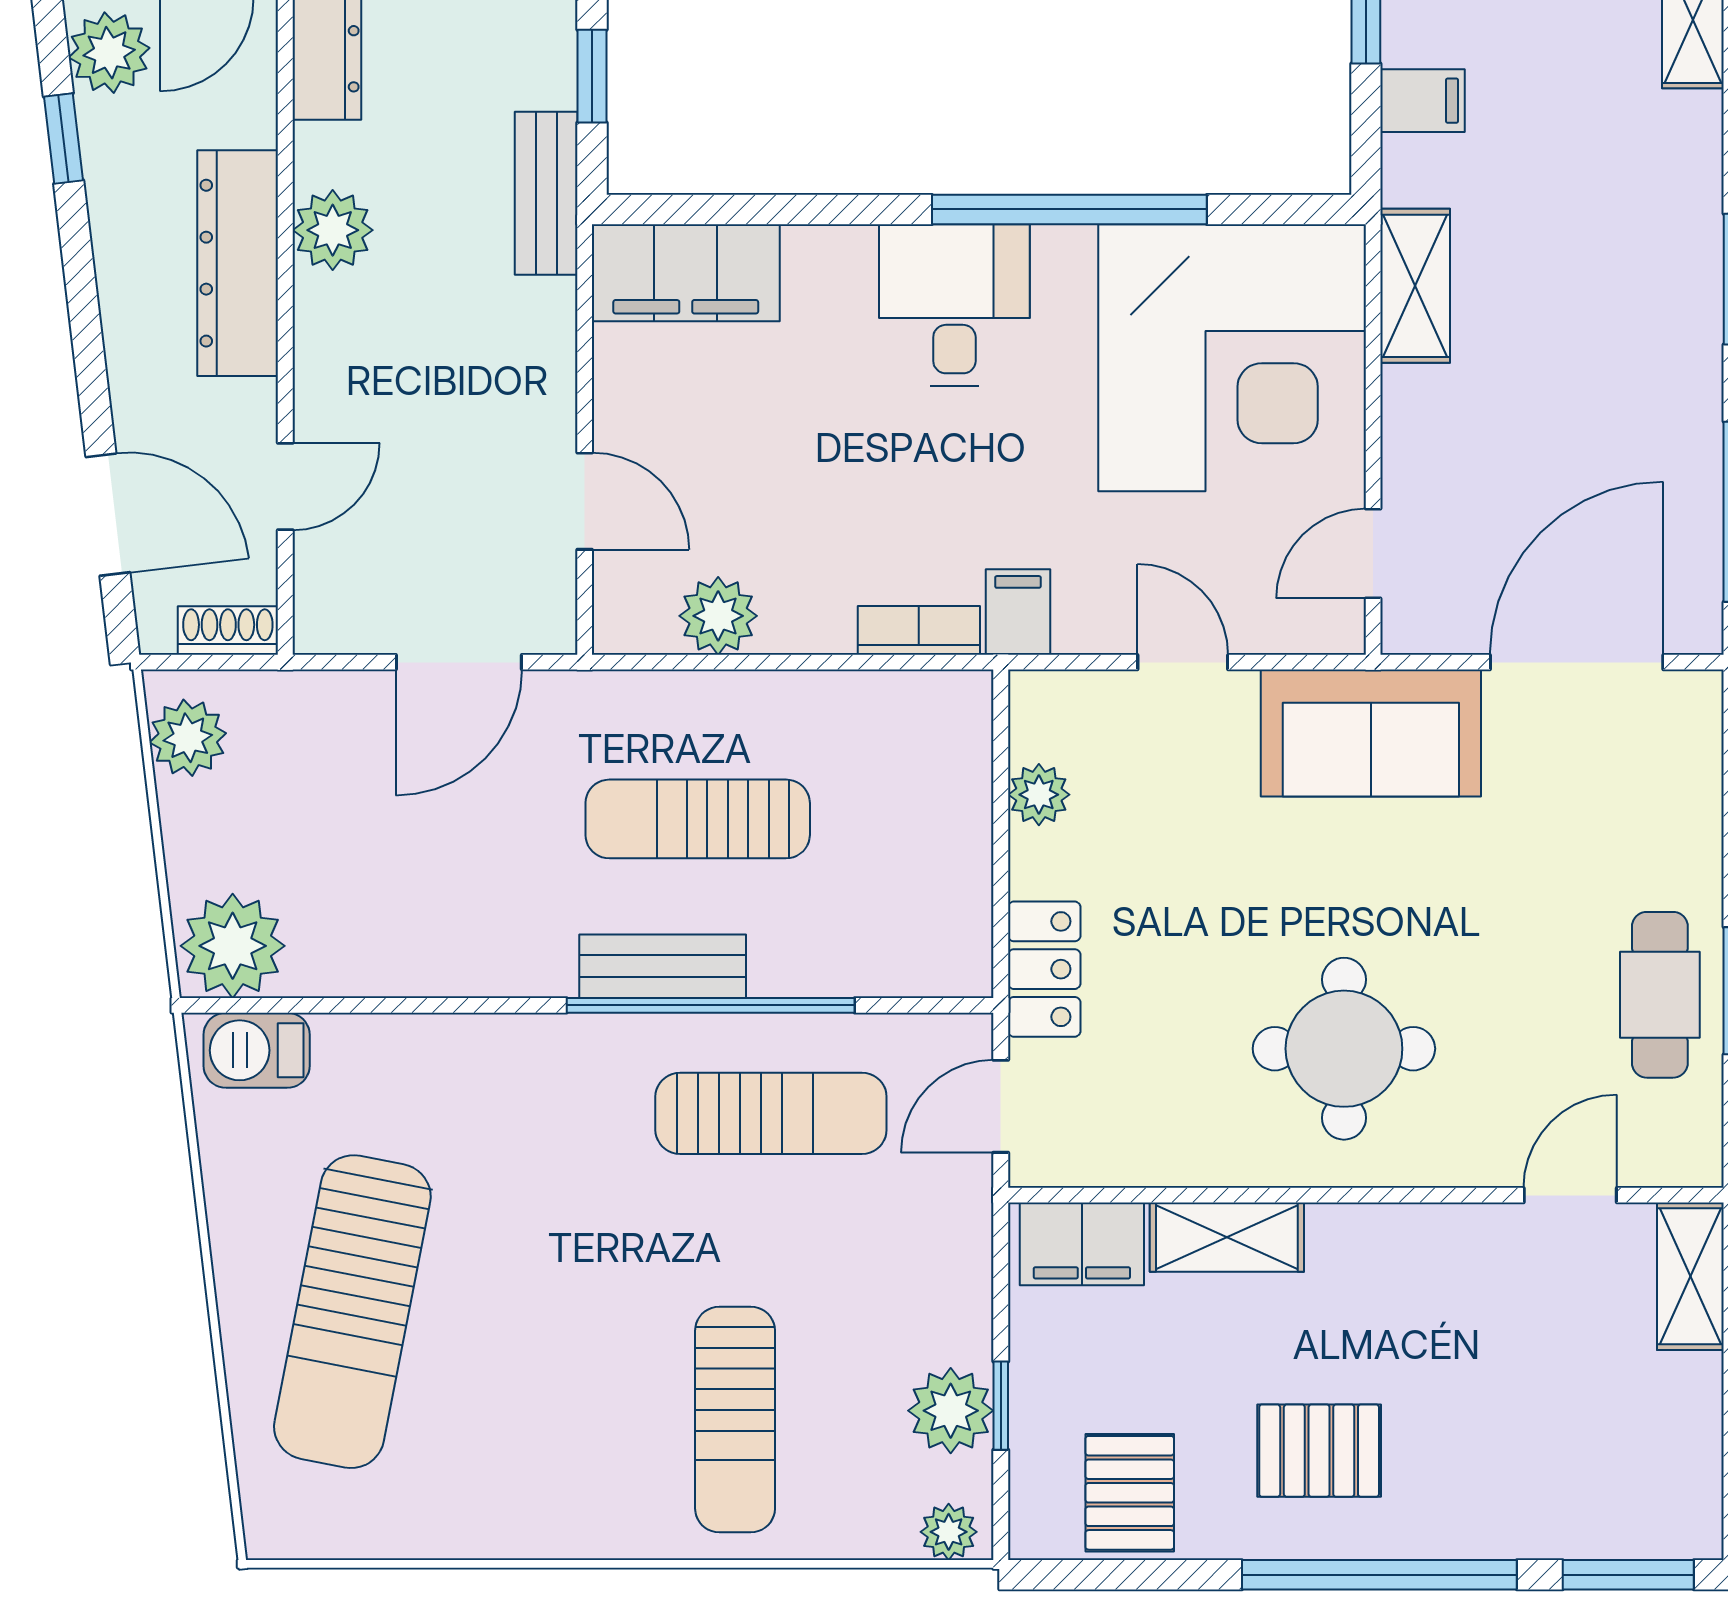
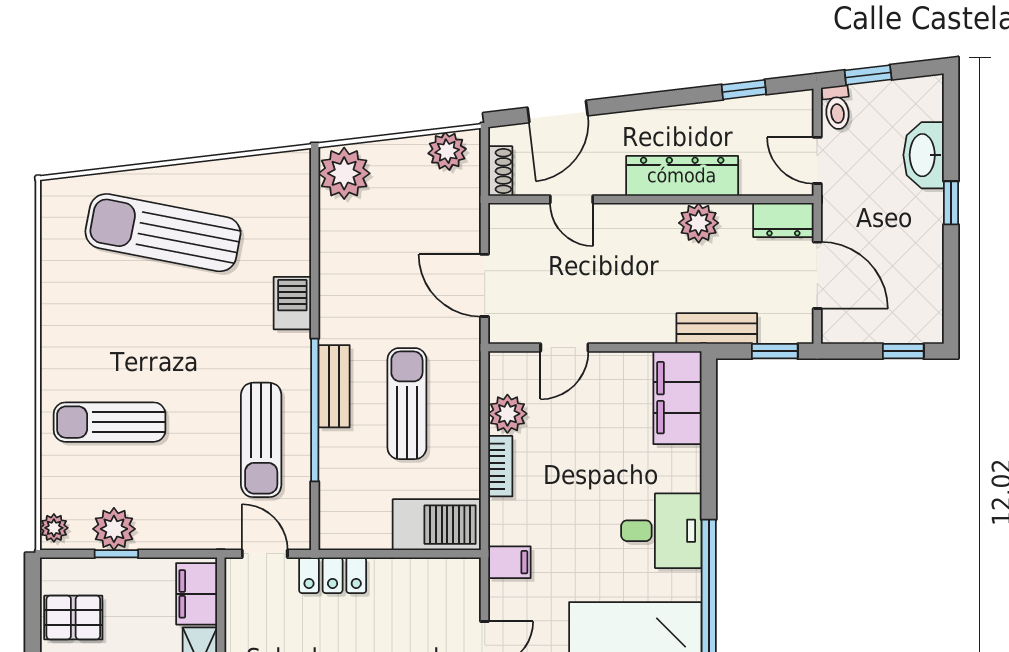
plant: (109, 53) -> (786, 112), removed
bookcase: (919, 630) -> (500, 466), moved
barbecue: (942, 759) -> (437, 525), added
plant: (1039, 795) -> (419, 573), removed
barbecue: (257, 1050) -> (292, 303), moved

